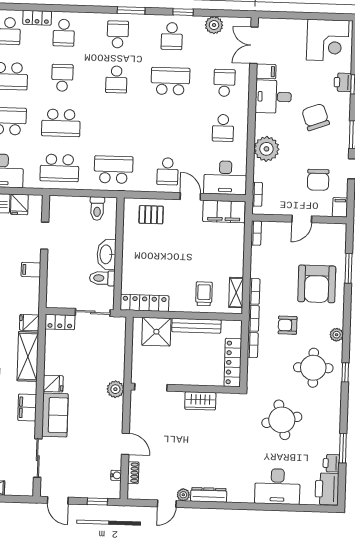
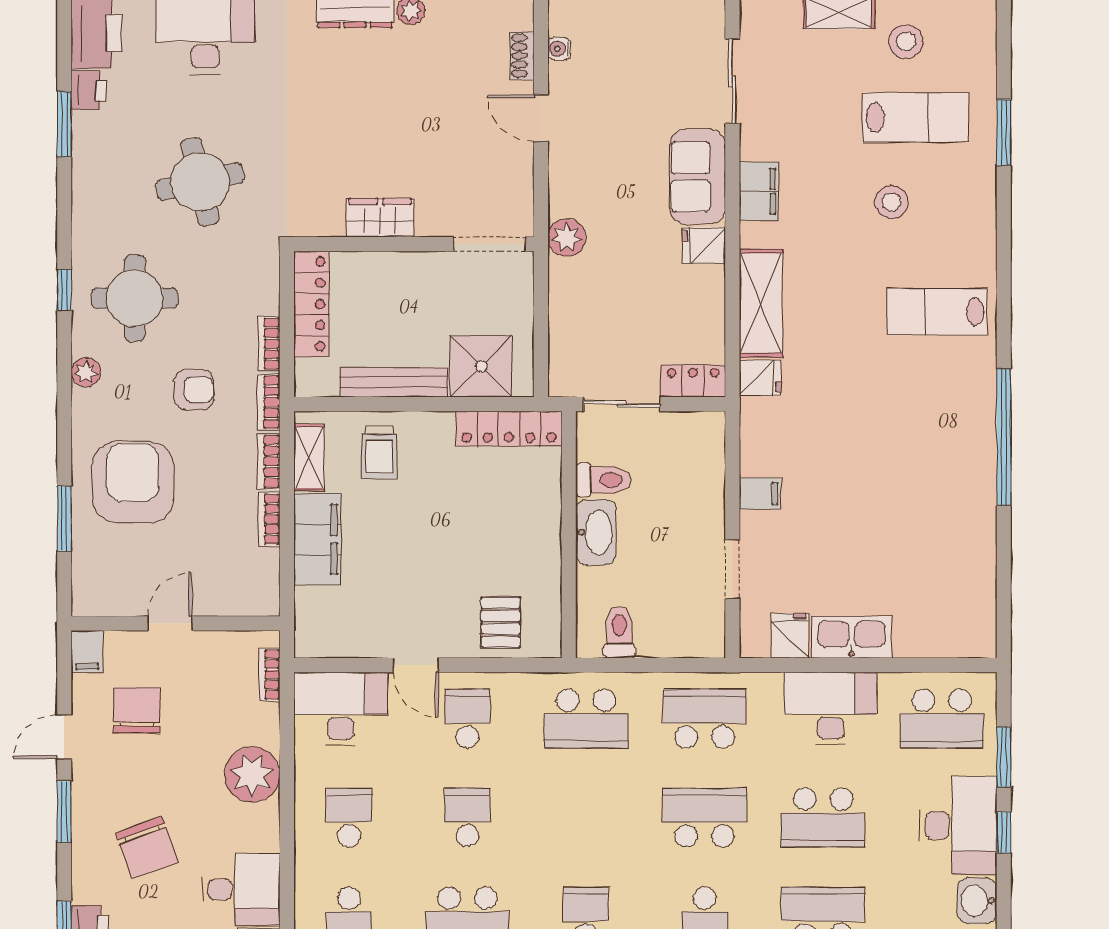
school desk: (169, 126) -> (468, 818), added
filing cabinet: (224, 211) -> (318, 539), moved, turned 90
pallet: (151, 215) -> (501, 622), turned 90
bookcase: (256, 233) -> (269, 519), moved

